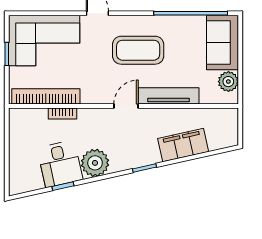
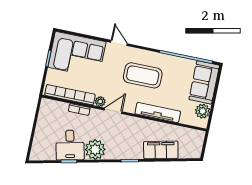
plant: (88, 97) -> (100, 102), added
door: (126, 106) -> (113, 111), moved

